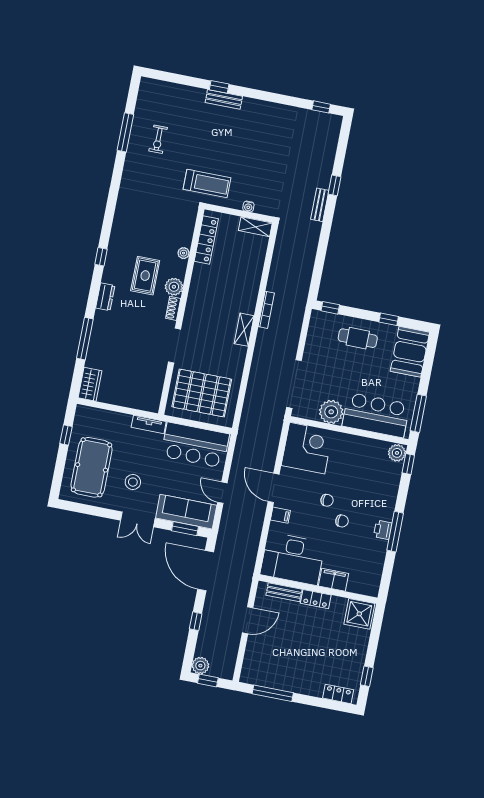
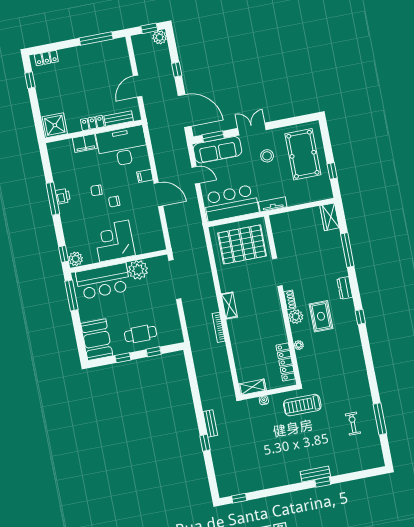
window: (330, 308) -> (154, 352), moved
corner desk: (307, 448) -> (114, 241), moved, turned 90

